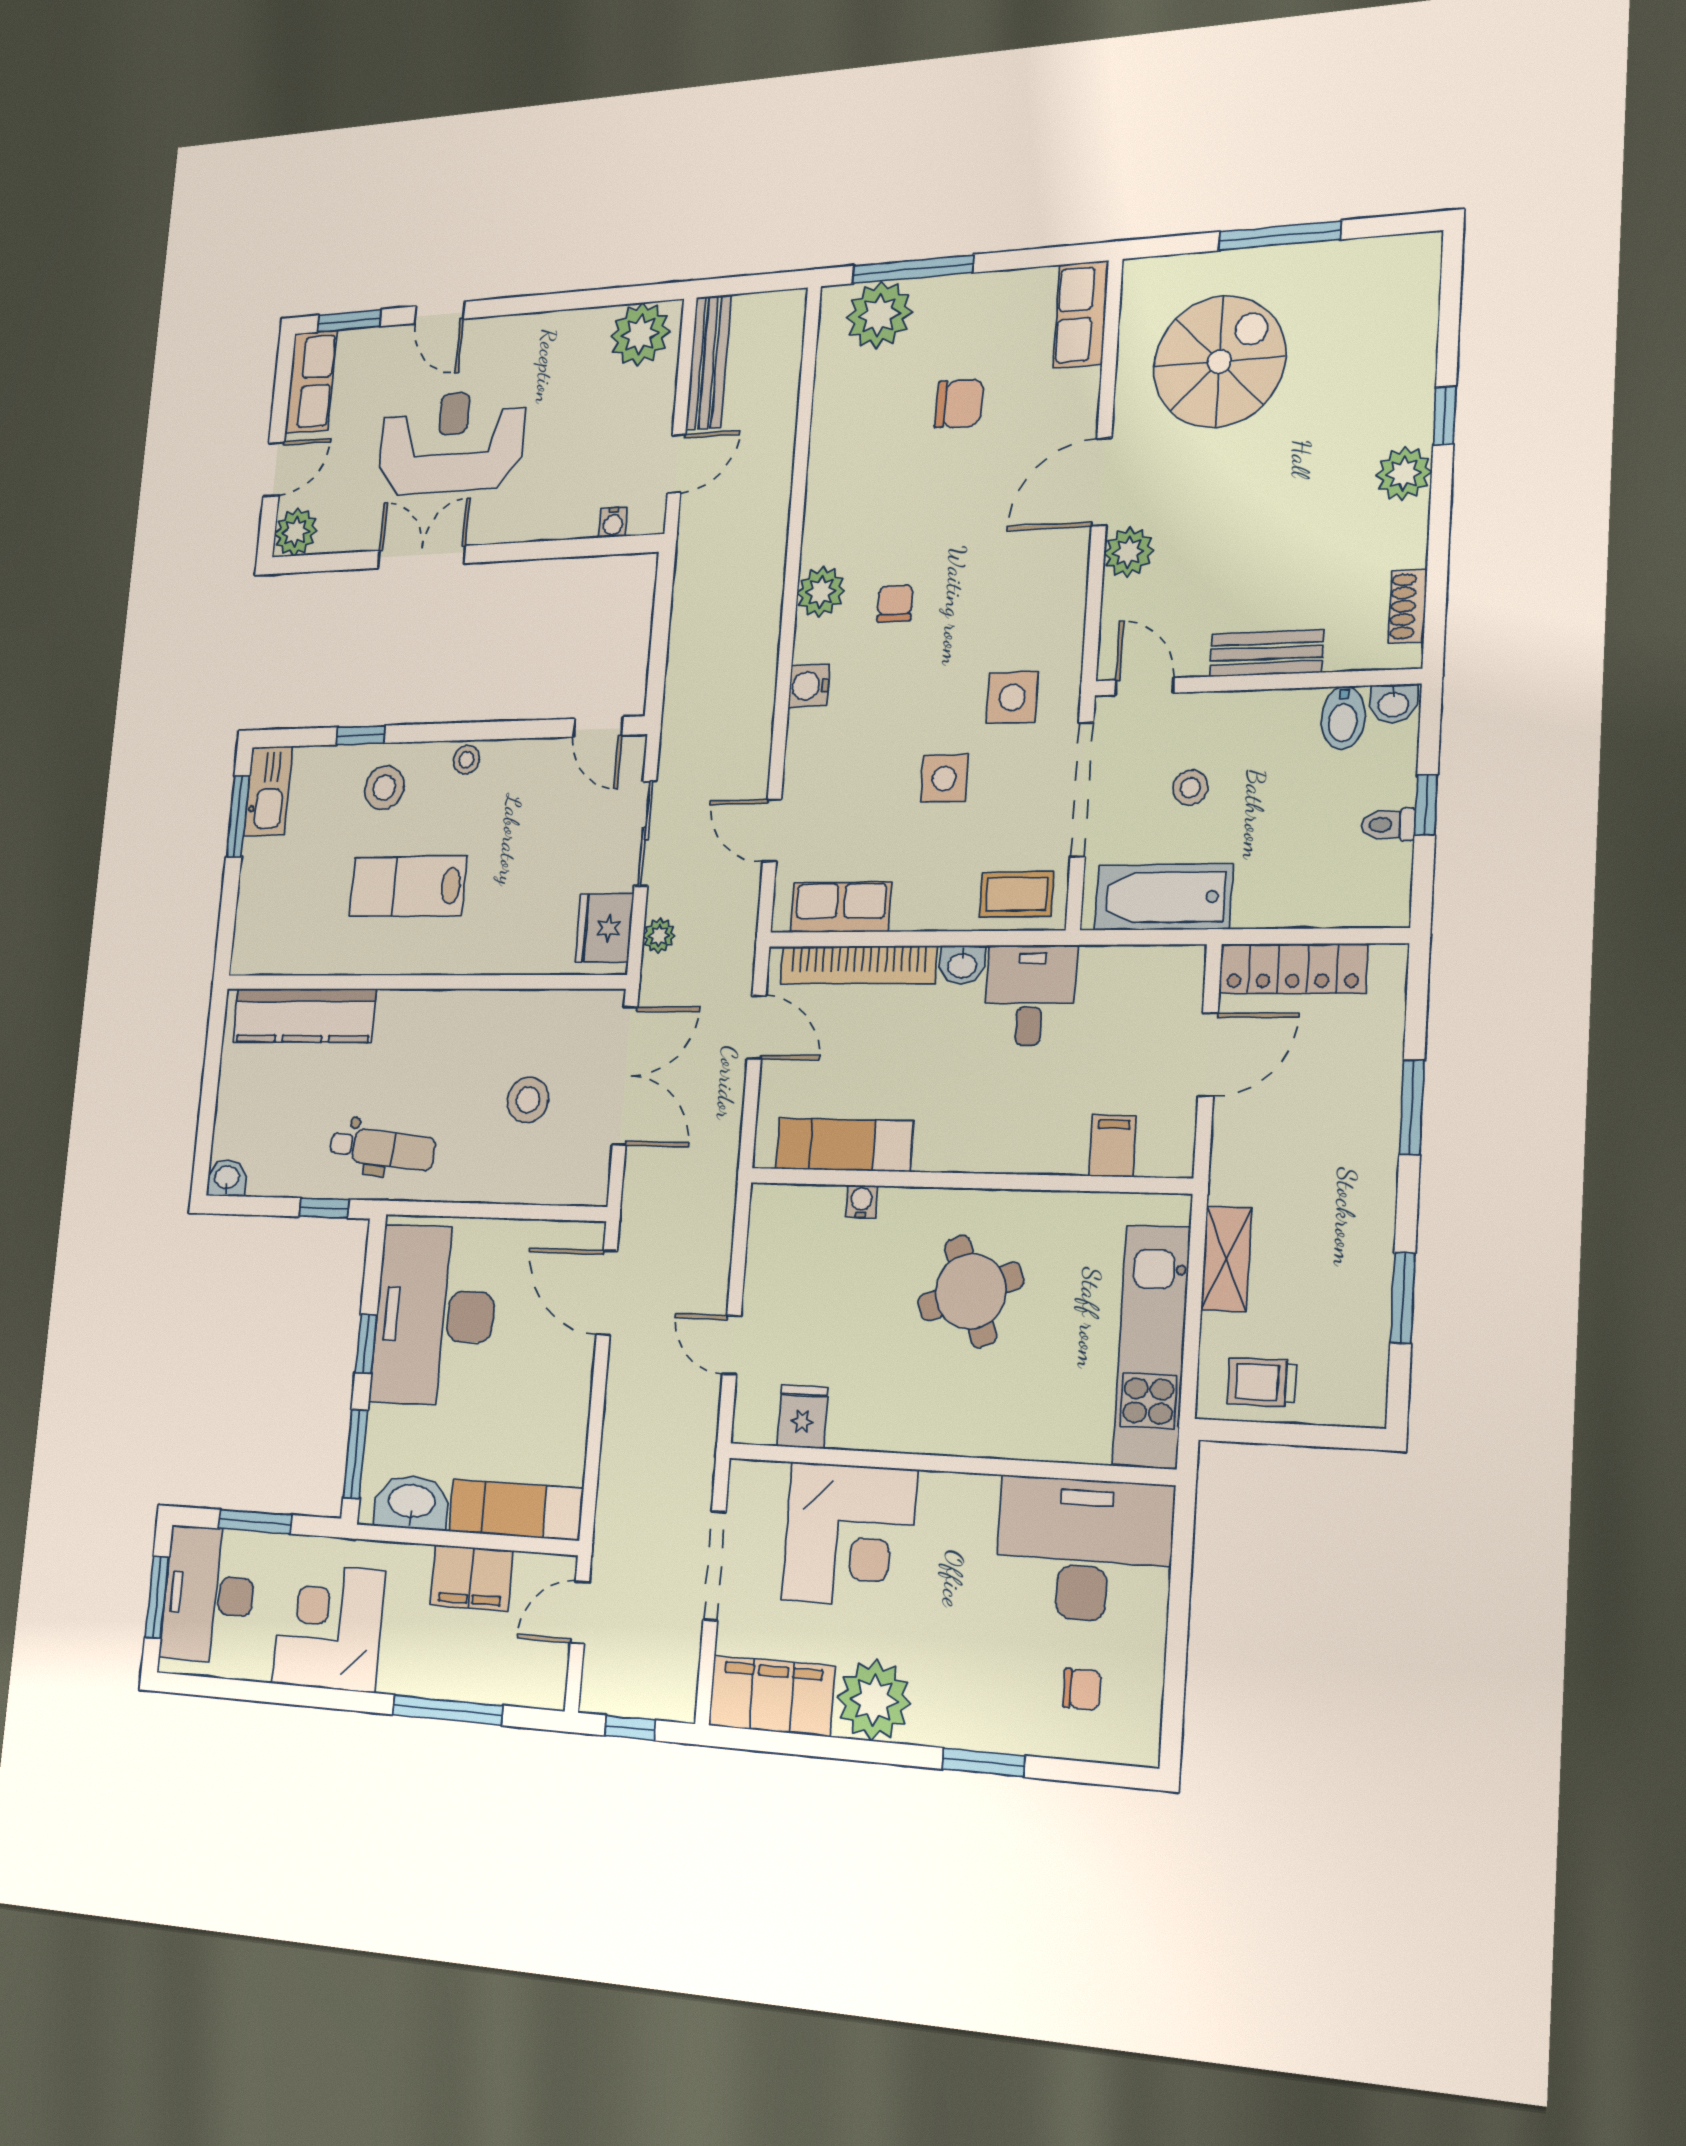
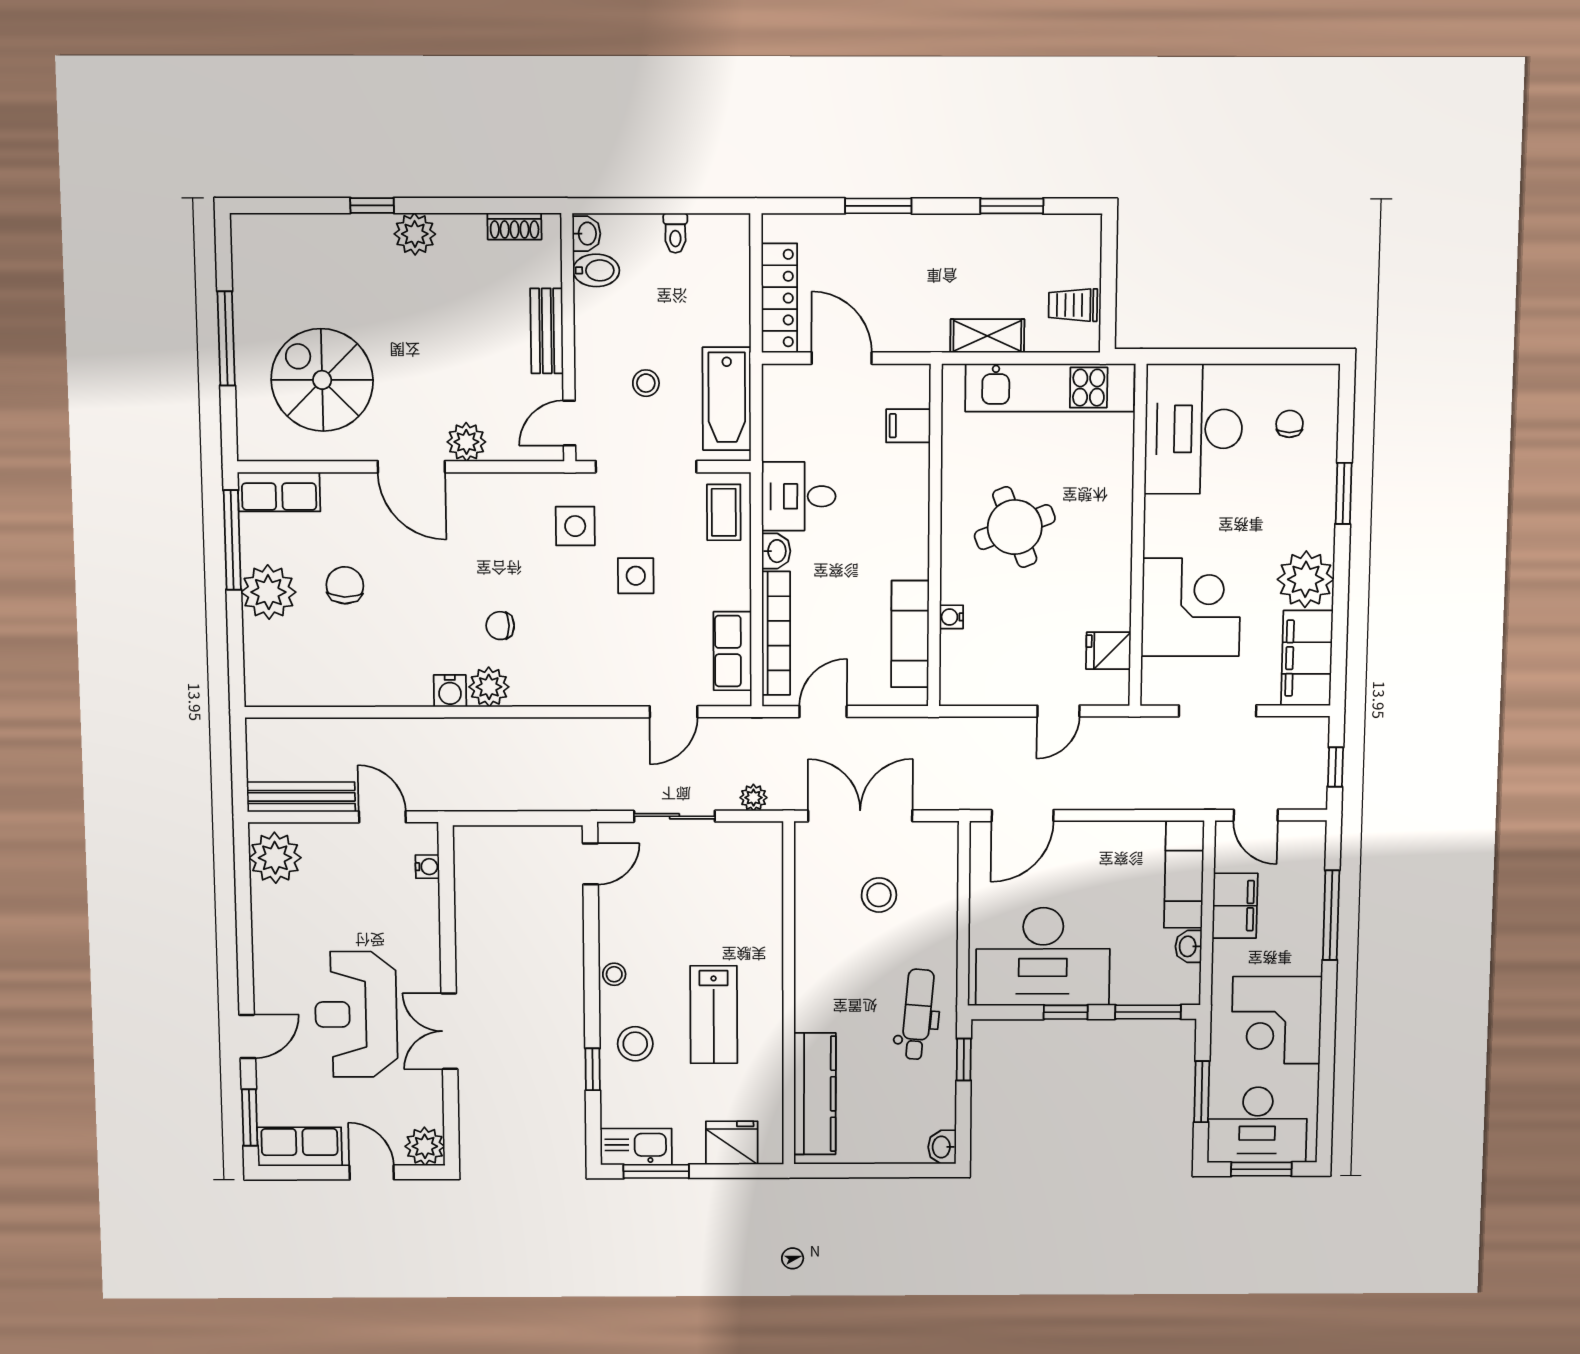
window: (913, 269) -> (232, 540), moved
plant: (879, 315) -> (268, 592), moved
water cooler: (809, 686) -> (450, 691), moved
window: (1426, 805) -> (661, 206), removed
fridge: (604, 928) -> (732, 1143), moved, turned 180
trolley: (1262, 1382) -> (1073, 305), turned 90
washbasin: (412, 1503) -> (1188, 946), width x0.52, depth x0.69

